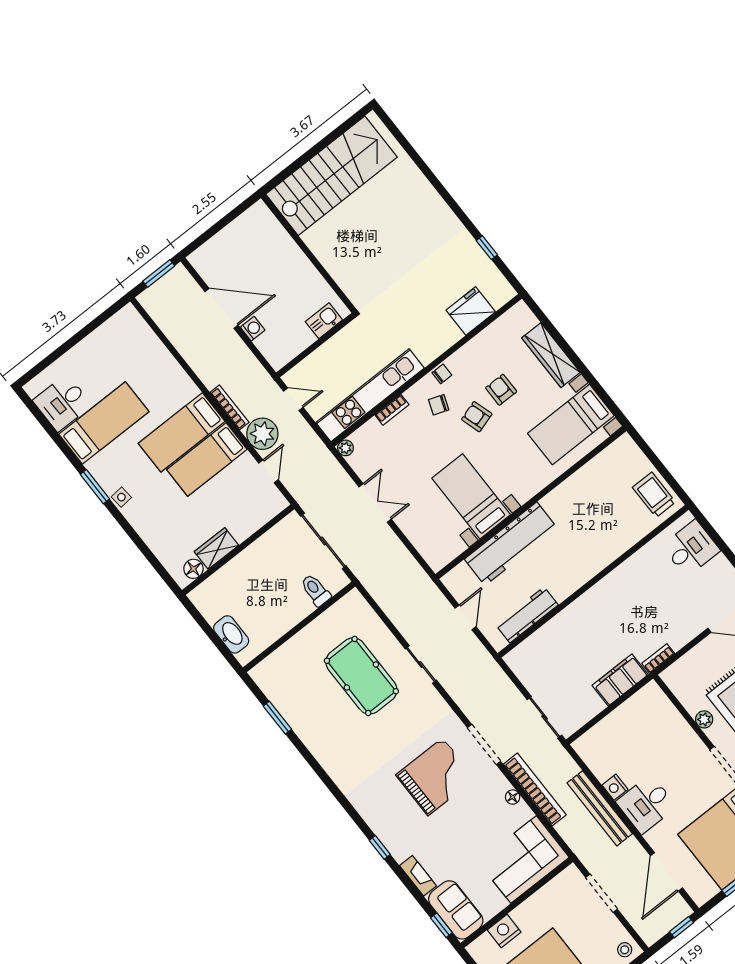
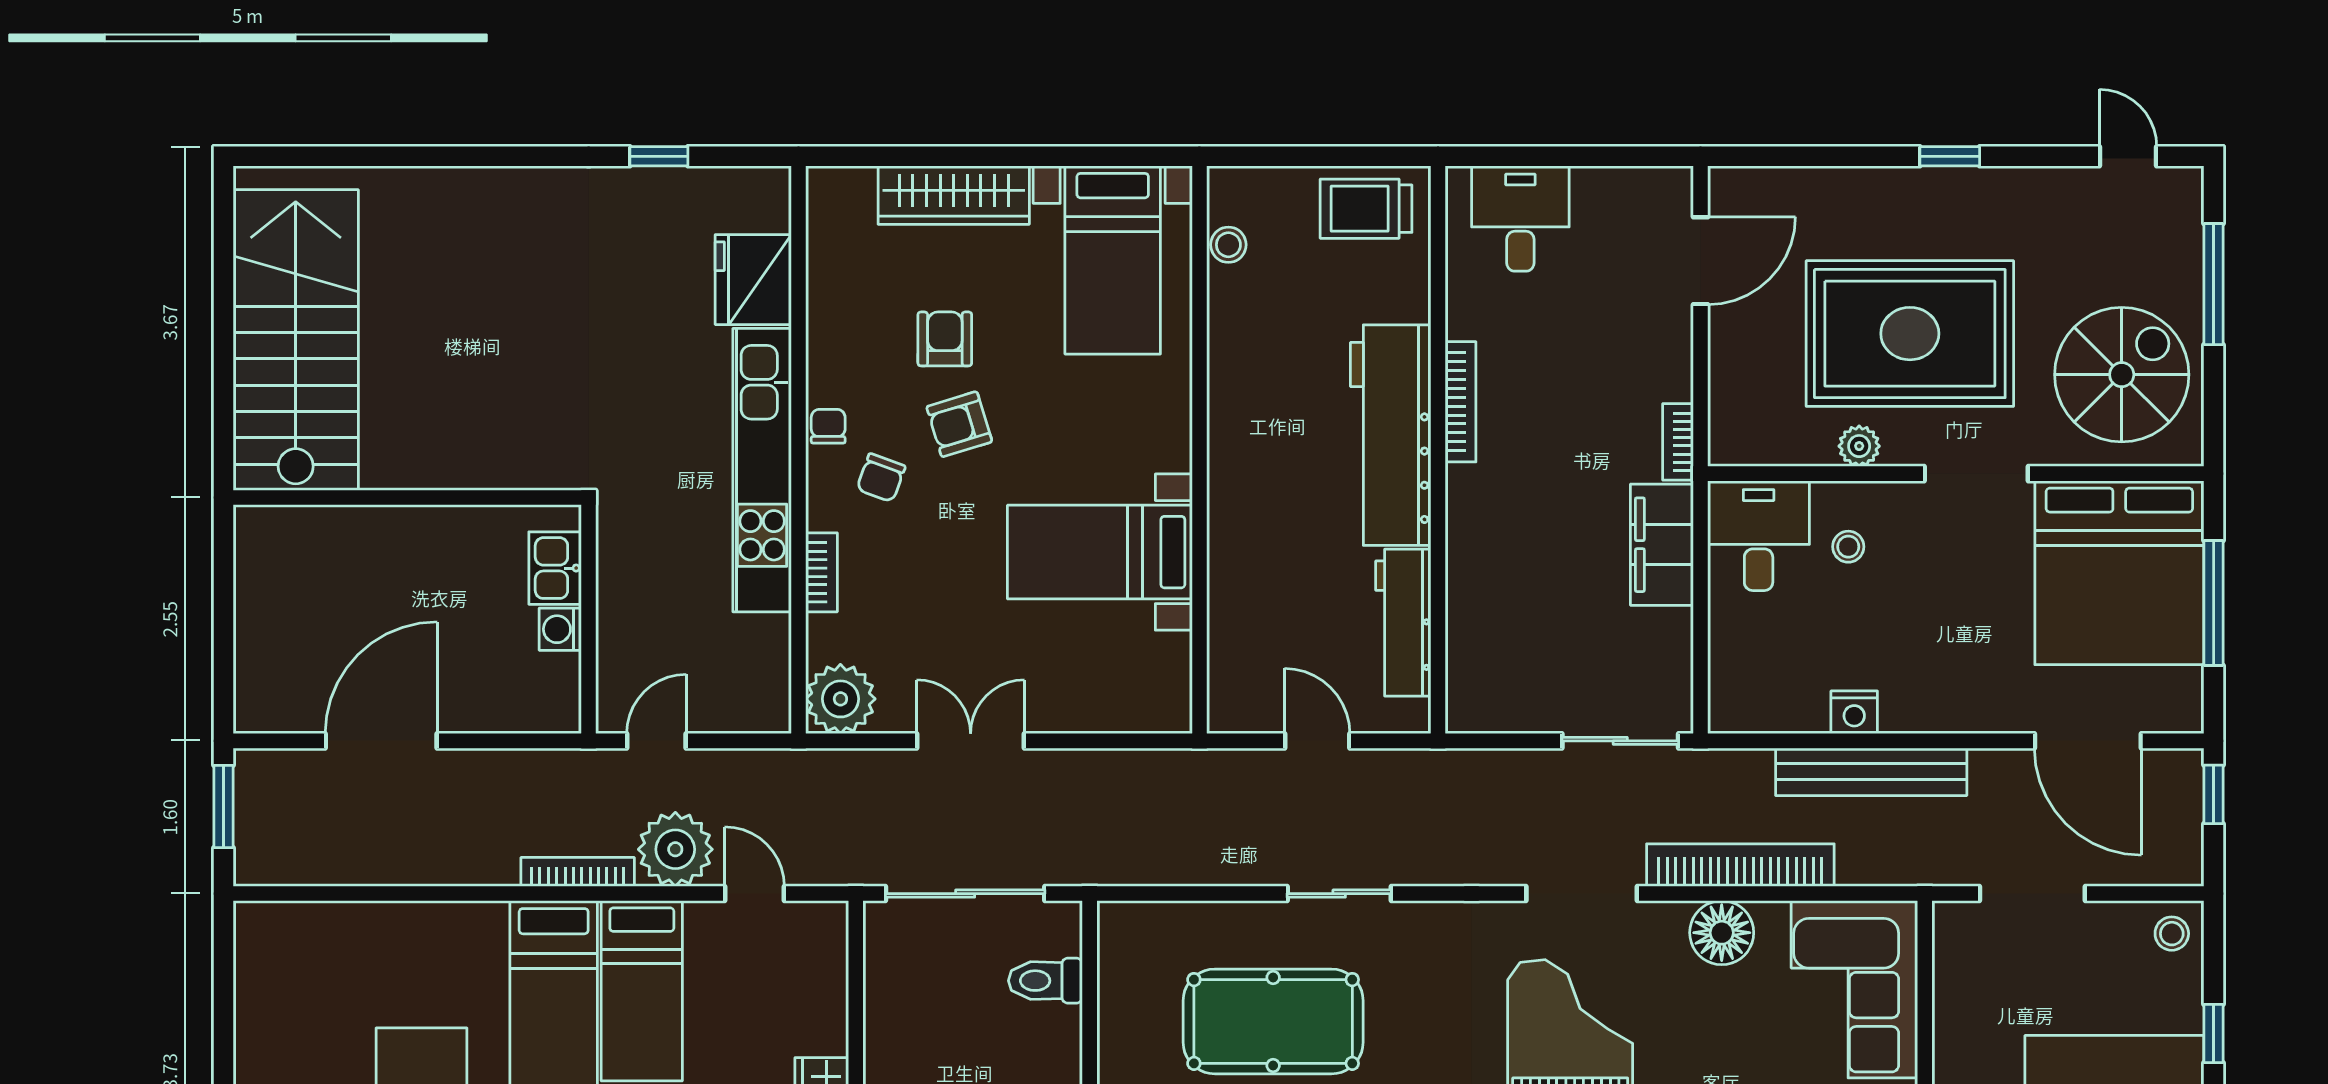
washing machine: (253, 329) -> (560, 629), moved, turned -90
armchair: (501, 390) -> (945, 339), turned 90
kitchen unit: (370, 395) -> (762, 470), moved
plant: (345, 448) -> (840, 699), width x1.88, depth x1.88
stool: (606, 459) -> (1228, 245), added
workbench: (511, 544) -> (1391, 435), moved, turned 180
bookcase: (615, 576) -> (1461, 402), added
stool: (668, 742) -> (1848, 547), added
floor lamp: (513, 797) -> (1722, 933), width x1.89, depth x1.89
desk: (646, 804) -> (1759, 536), moved, turned 180

